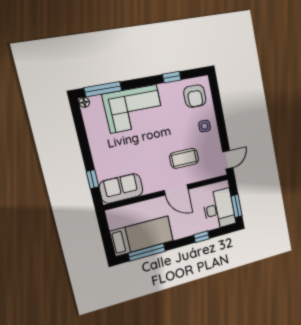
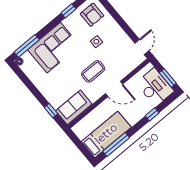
side table: (205, 126) -> (96, 42), moved
coffee table: (184, 158) -> (93, 71), moved

